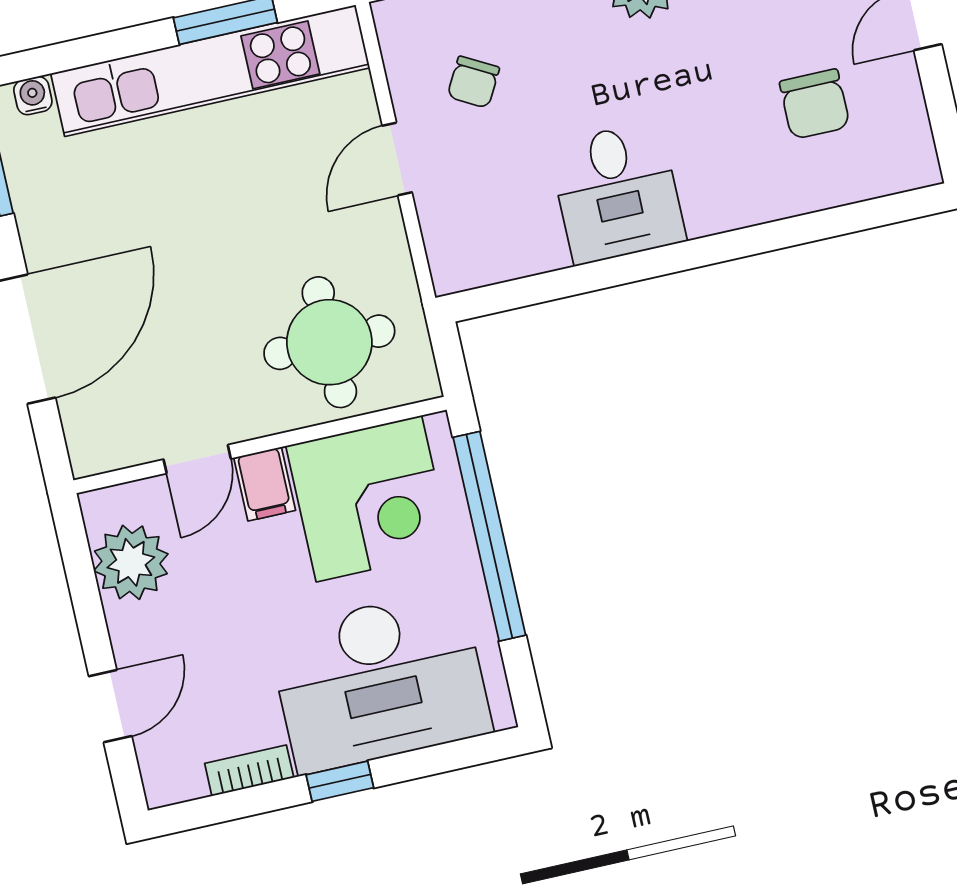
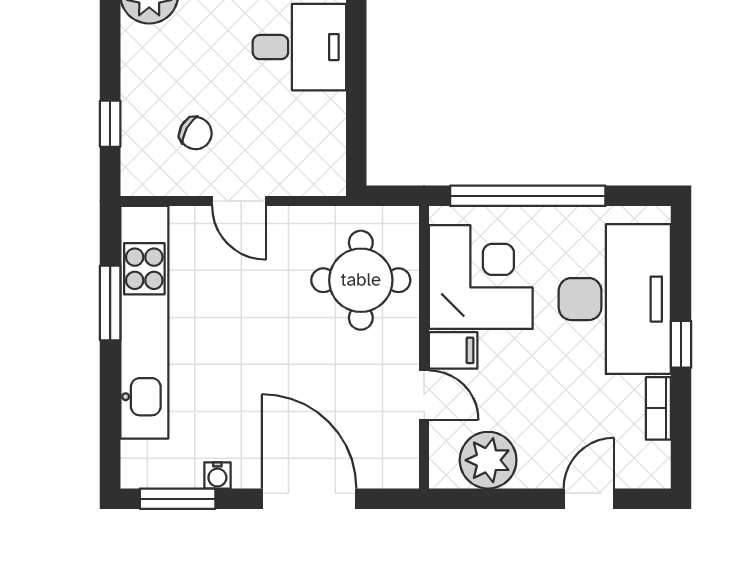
water cooler: (33, 96) -> (217, 475), moved, turned -90
door: (110, 706) -> (589, 499), hinge flipped

